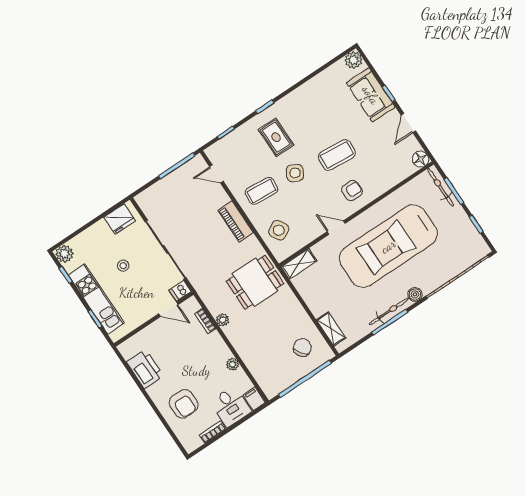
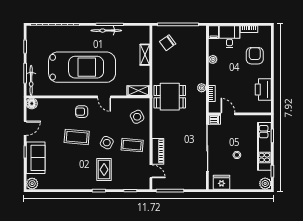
piano: (236, 221) -> (158, 151), moved
boiler: (415, 294) -> (85, 30), removed
shelving: (331, 329) -> (145, 55), moved

